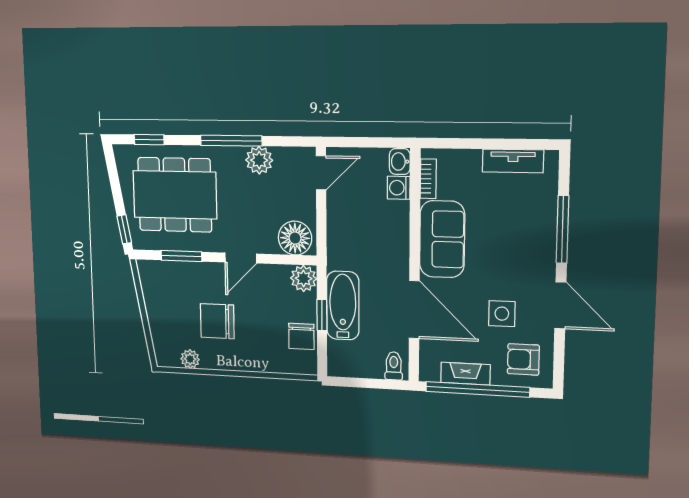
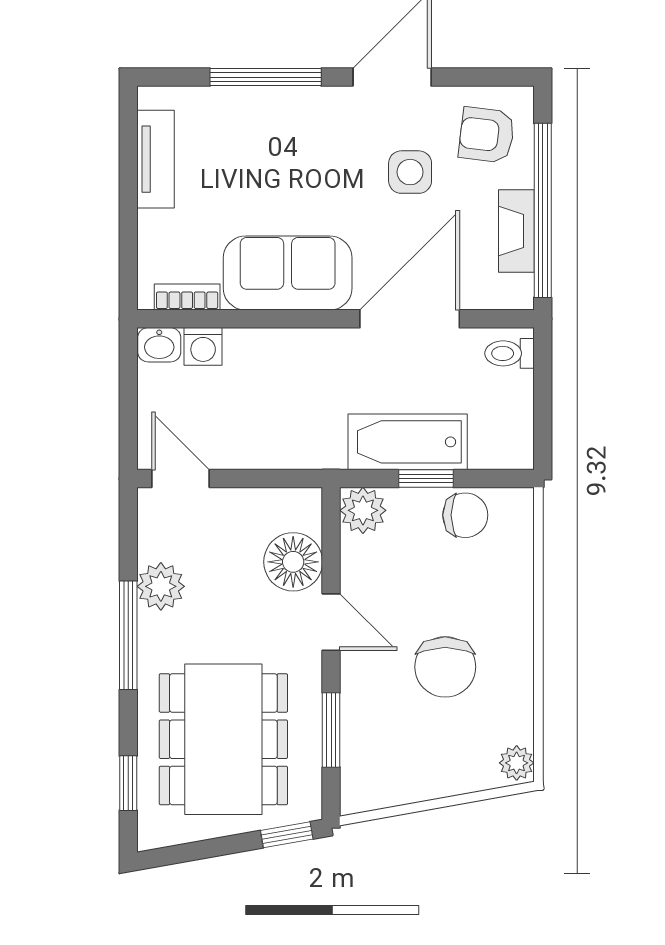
floor lamp: (295, 238) -> (293, 562), moved
plant: (190, 359) -> (517, 763), moved
armchair: (523, 359) -> (487, 135), turned 97

